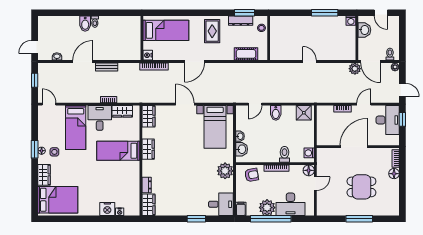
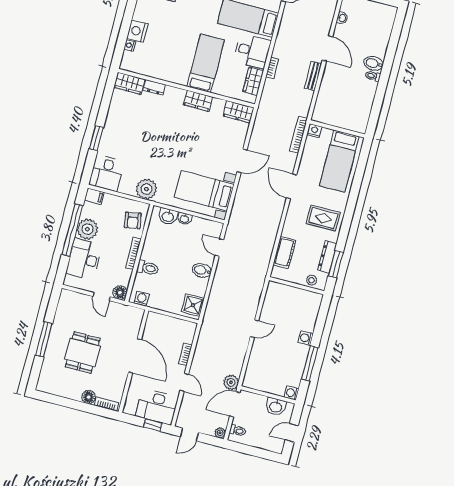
washing machine: (306, 21) -> (306, 338), added

